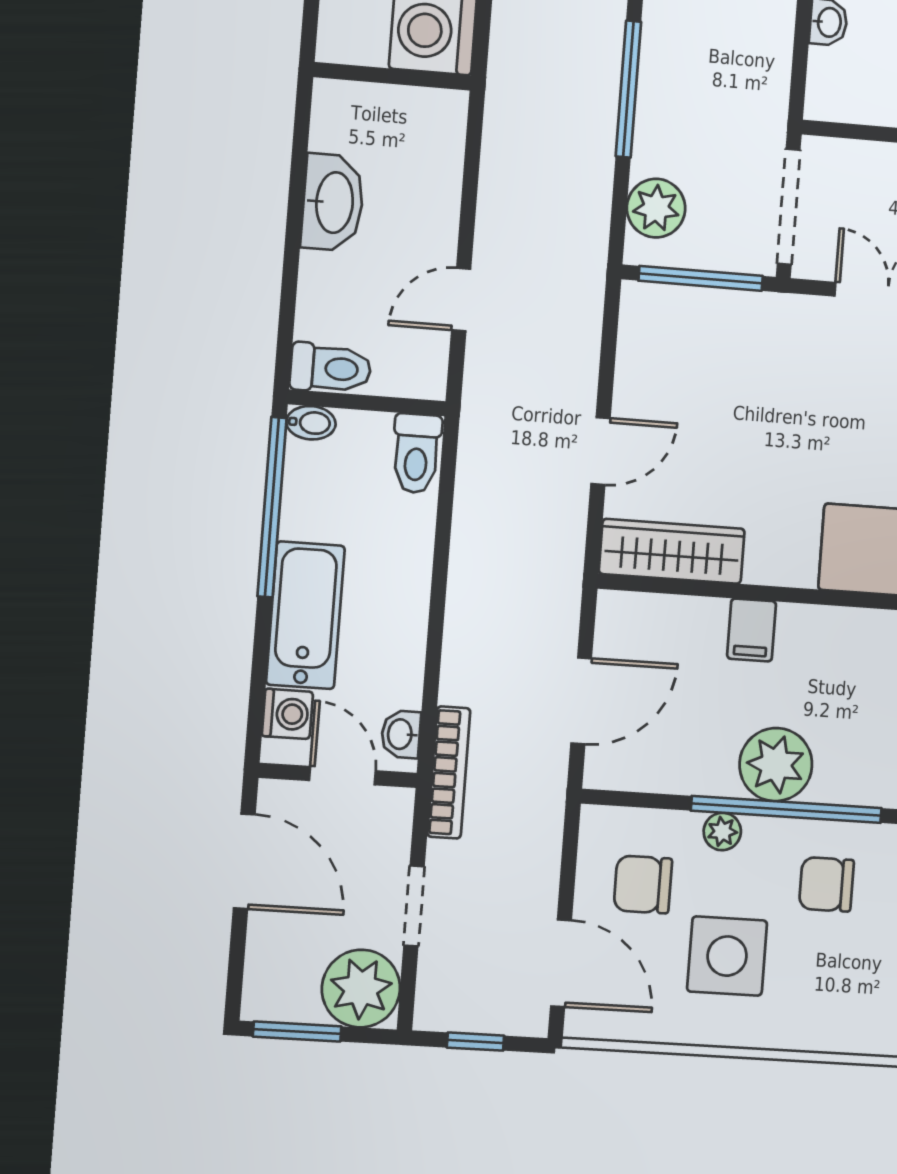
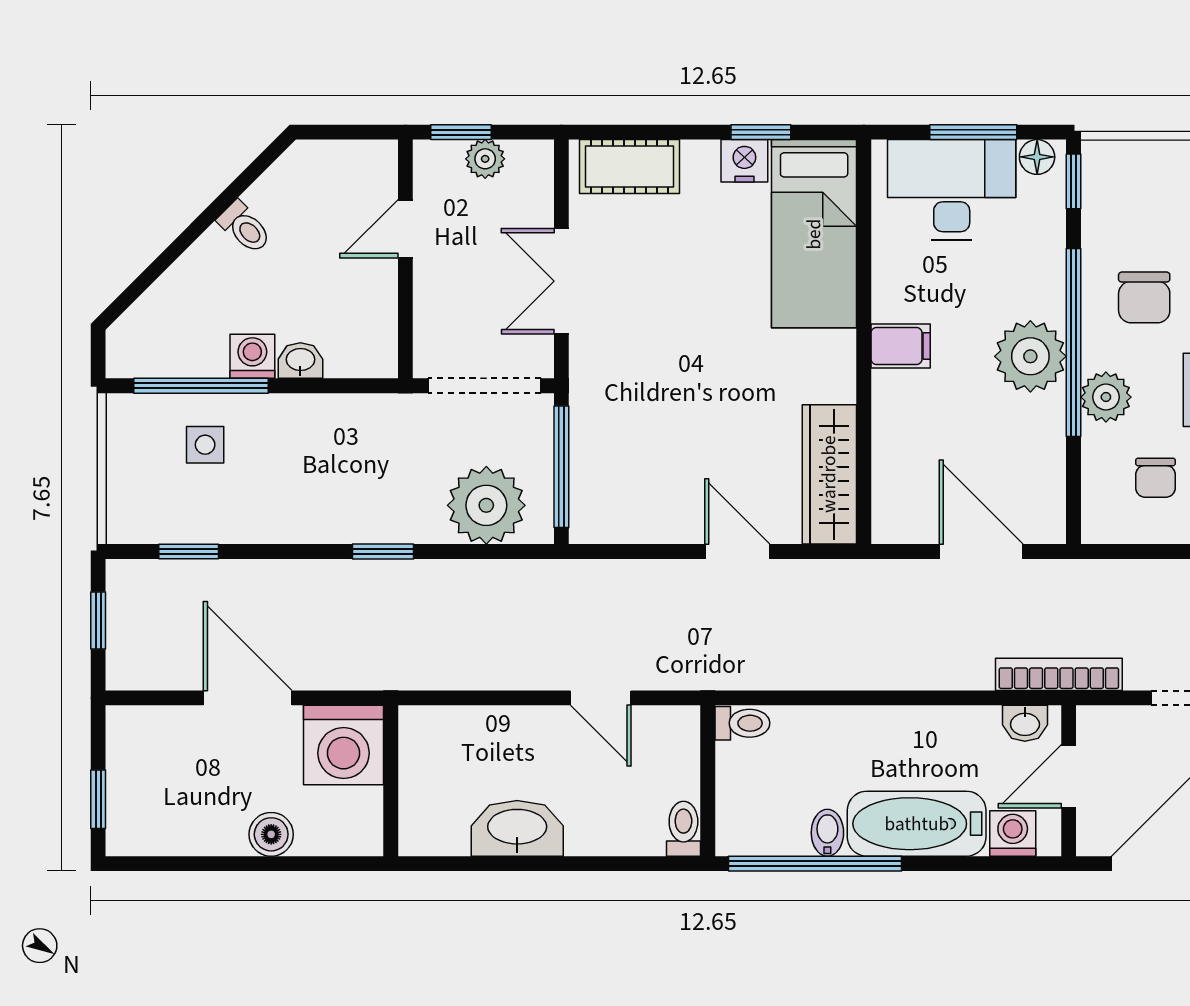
window: (628, 89) -> (383, 552), width x0.46
plant: (656, 208) -> (486, 505), width x1.36, depth x1.36
toilet: (330, 368) -> (683, 829), width x0.73, depth x0.72
bidet: (311, 423) -> (827, 833), moved
toilet: (416, 453) -> (742, 723), width x0.73, depth x0.72
filing cabinet: (752, 630) -> (901, 346), moved
plant: (722, 832) -> (1106, 397), width x1.38, depth x1.38
chair: (643, 884) -> (1155, 478), width x0.73, depth x0.73

